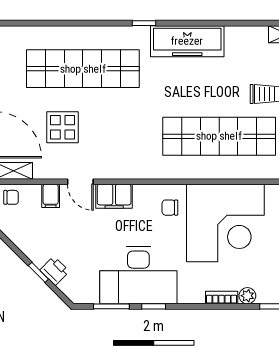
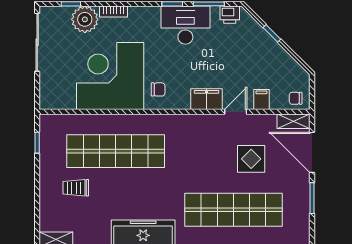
door: (80, 182) -> (236, 112), hinge flipped
printer: (55, 271) -> (230, 15), moved, turned -45
desk: (138, 275) -> (185, 25), width x0.73, depth x0.77
plant: (247, 296) -> (85, 19), width x1.87, depth x1.87

